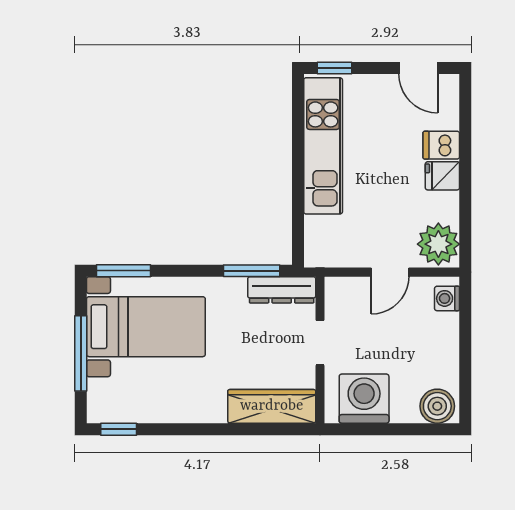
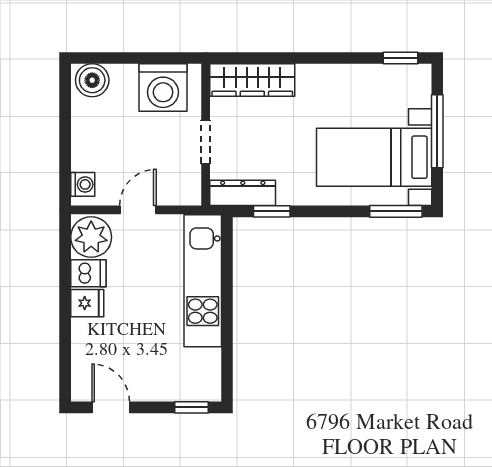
dishwasher: (441, 145) -> (88, 273), moved
kitchen unit: (323, 146) -> (203, 281), moved
window: (252, 271) -> (272, 211), width x0.67

